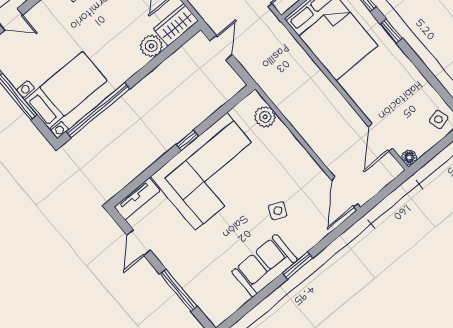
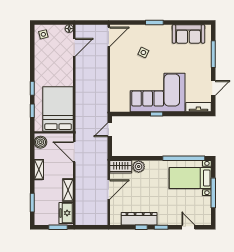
door: (221, 48) -> (110, 130), moved
plant: (265, 117) -> (116, 97), removed
sofa: (265, 266) -> (188, 34), moved

